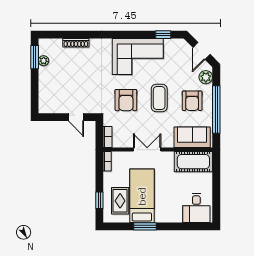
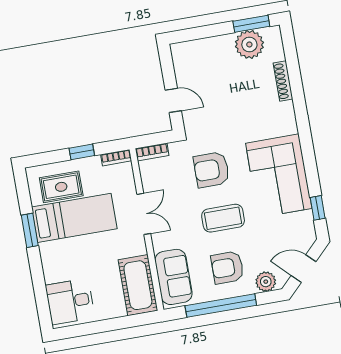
plant: (44, 61) -> (249, 44), width x1.88, depth x1.88
door: (76, 117) -> (173, 100), swing flipped
window: (99, 200) -> (82, 152), moved

